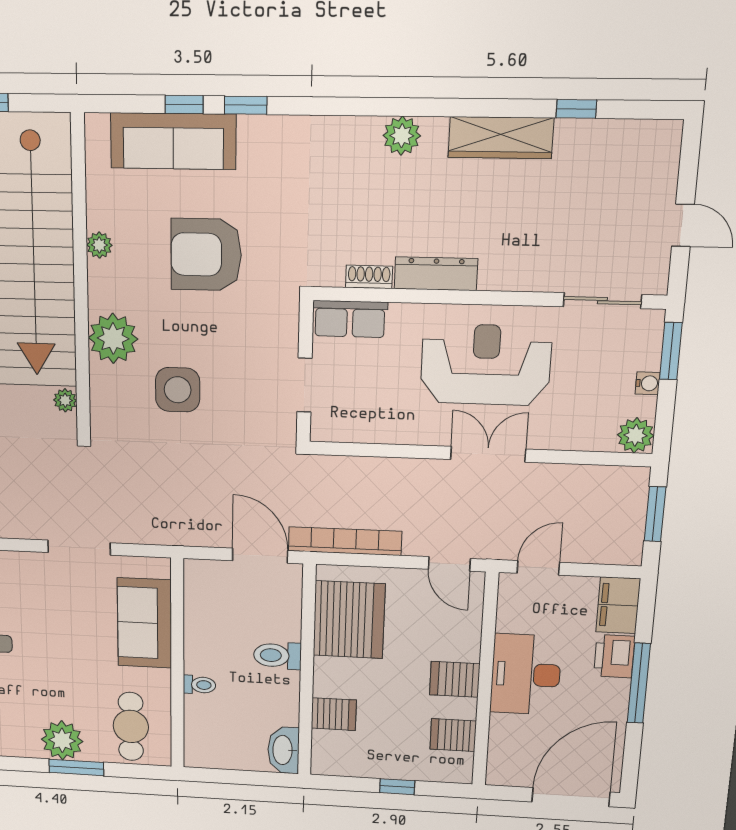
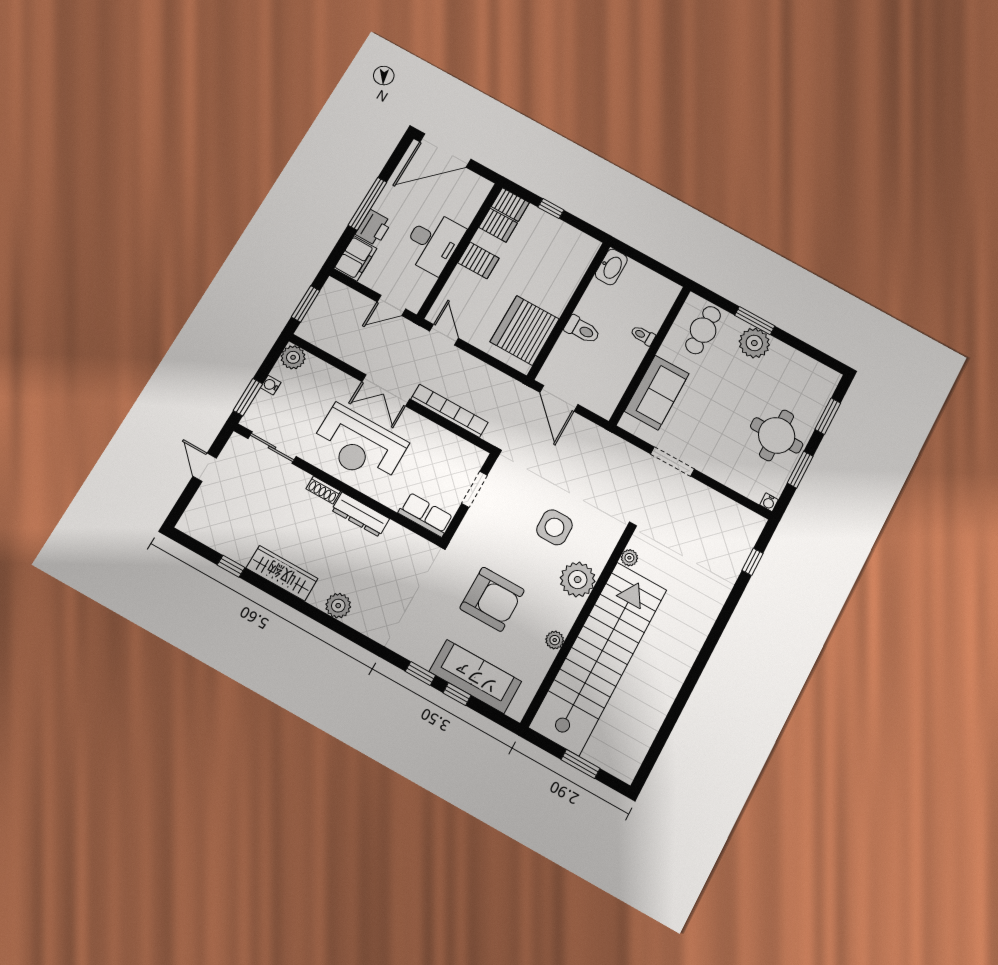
shoe rack: (369, 277) -> (323, 490), moved
bookcase: (345, 541) -> (449, 411), moved, turned 180
server rack: (334, 714) -> (510, 205), moved, turned 180

